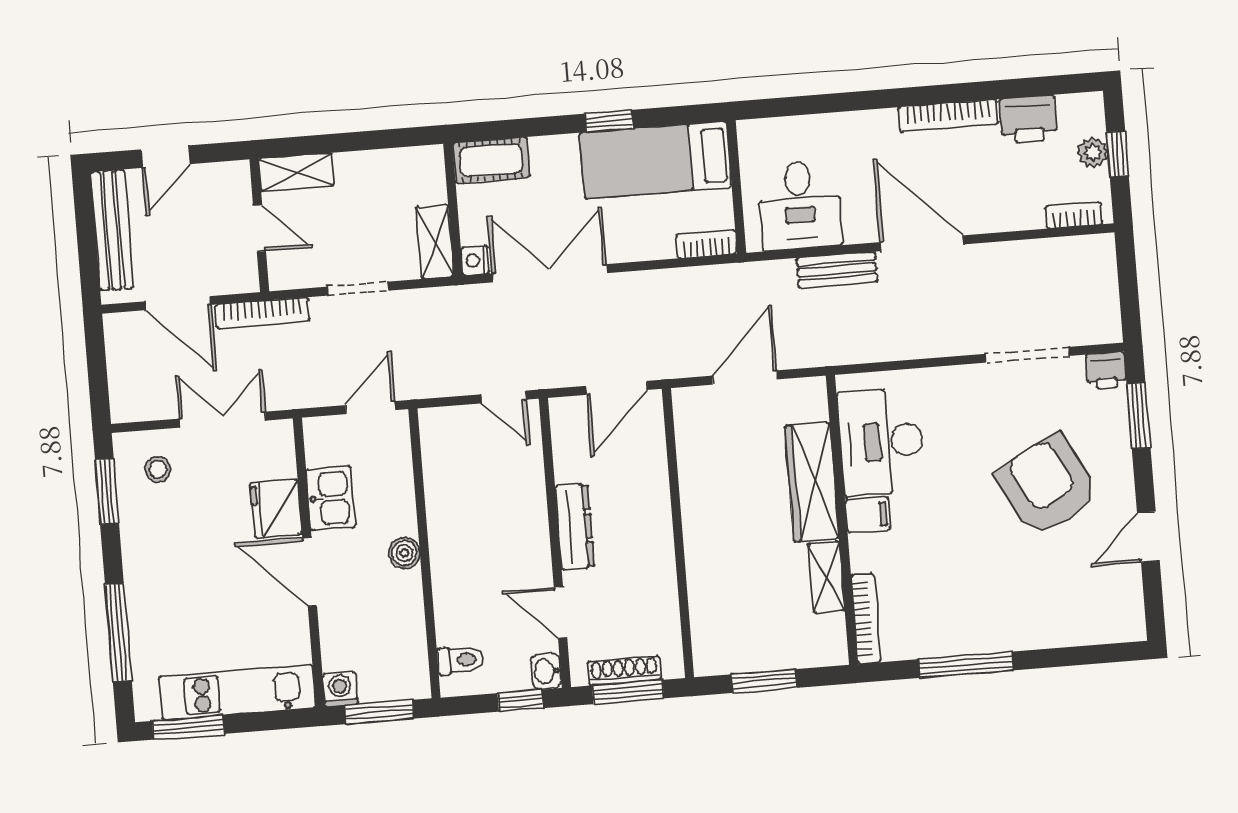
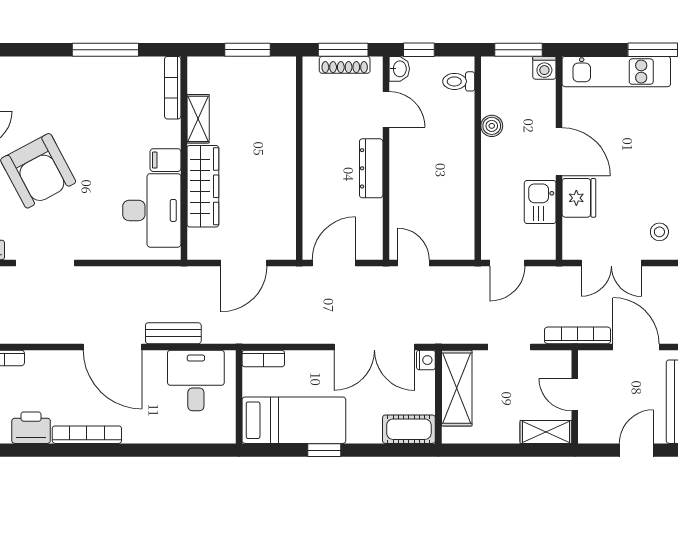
shelving: (435, 242) -> (457, 388), width x1.50, depth x1.33
boiler: (404, 553) -> (492, 126), moved

